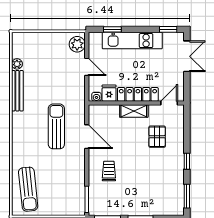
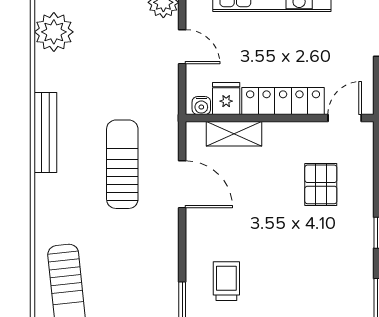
plant: (17, 64) -> (54, 32), width x1.87, depth x1.87
bench: (17, 91) -> (45, 133), moved
shelving: (134, 111) -> (234, 134), moved
trolley: (109, 171) -> (226, 281), moved

